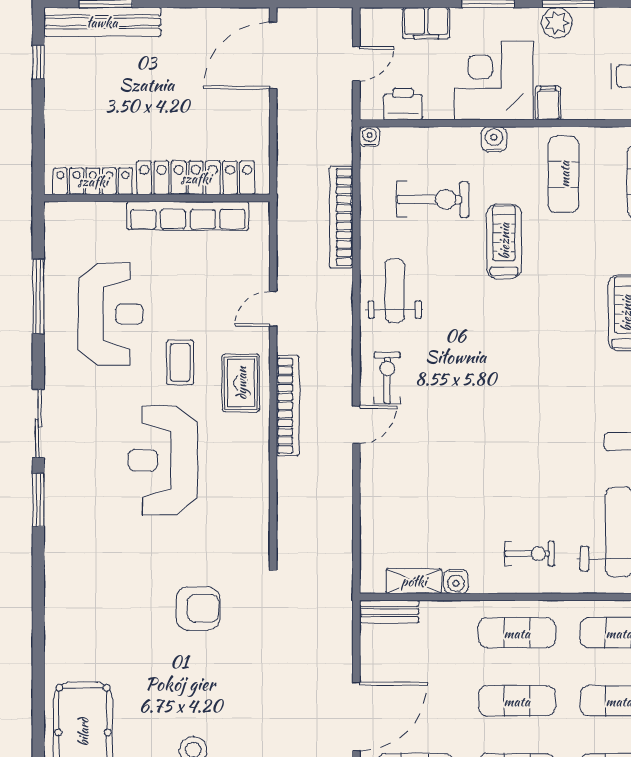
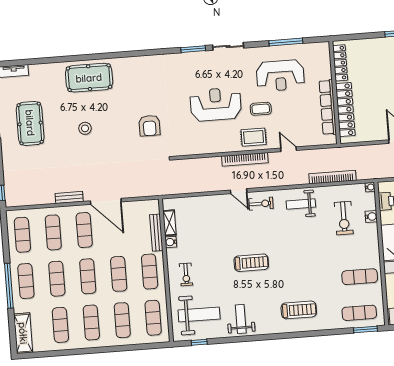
water cooler: (494, 139) -> (371, 217), moved
treadmill: (504, 241) -> (251, 263), moved
weight bench: (395, 291) -> (301, 204), turned 180
bench: (389, 612) -> (156, 233), moved, width x1.36

